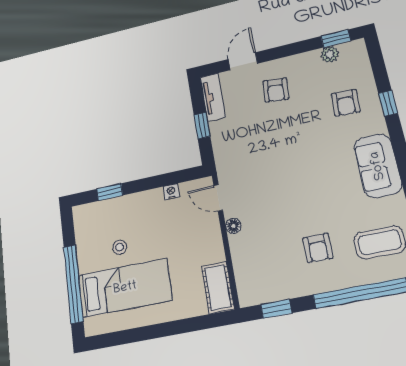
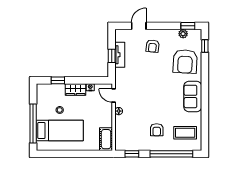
tv unit: (213, 97) -> (120, 55), moved
armchair: (346, 103) -> (185, 61), width x1.88, depth x1.88
window: (388, 103) -> (205, 46), moved
wardrobe: (144, 202) -> (75, 89), added

